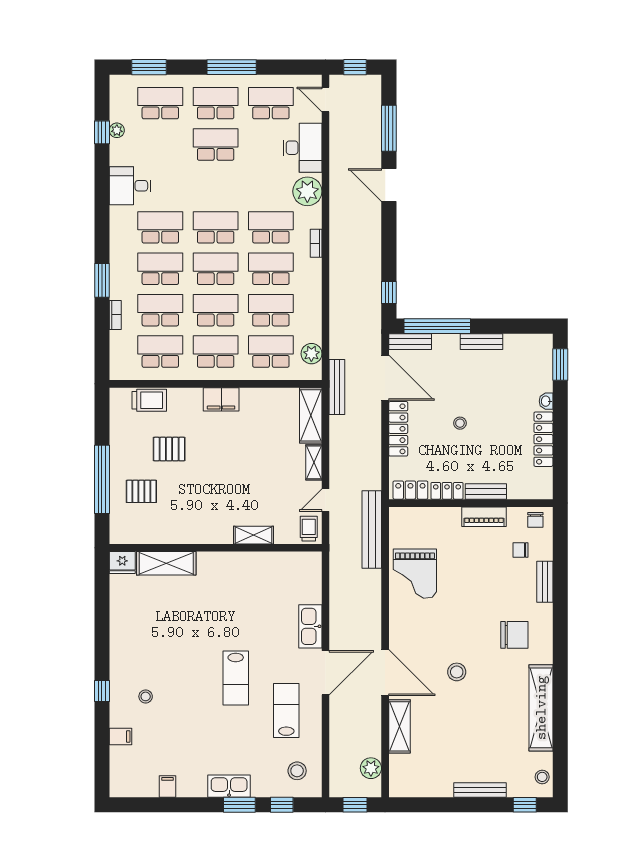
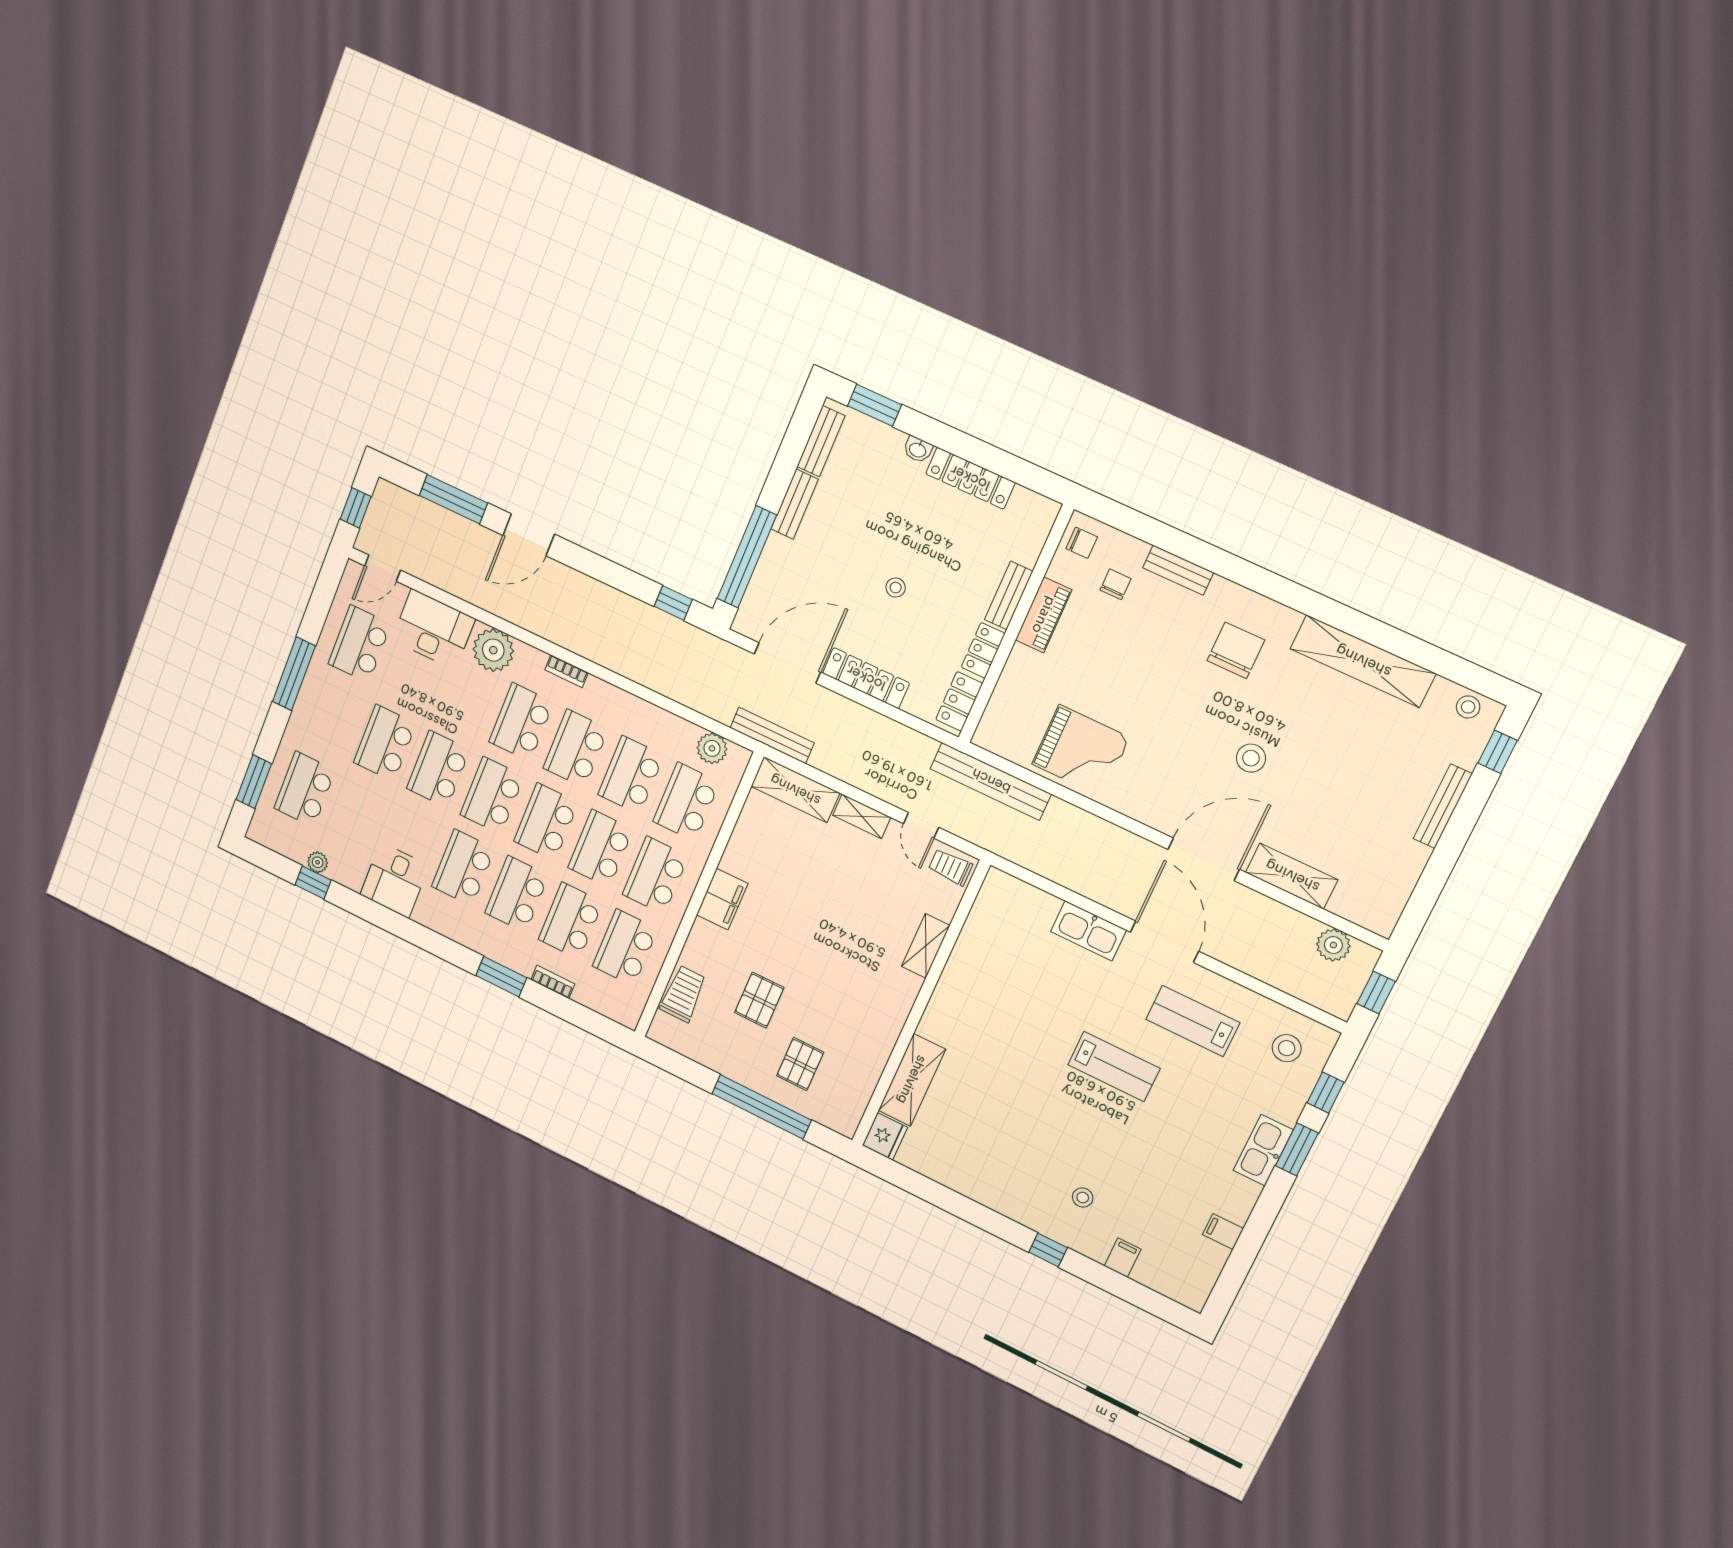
school desk: (216, 103) -> (438, 769), moved
bench: (410, 342) -> (821, 441), moved
chair: (521, 550) -> (1116, 584), turned 180

